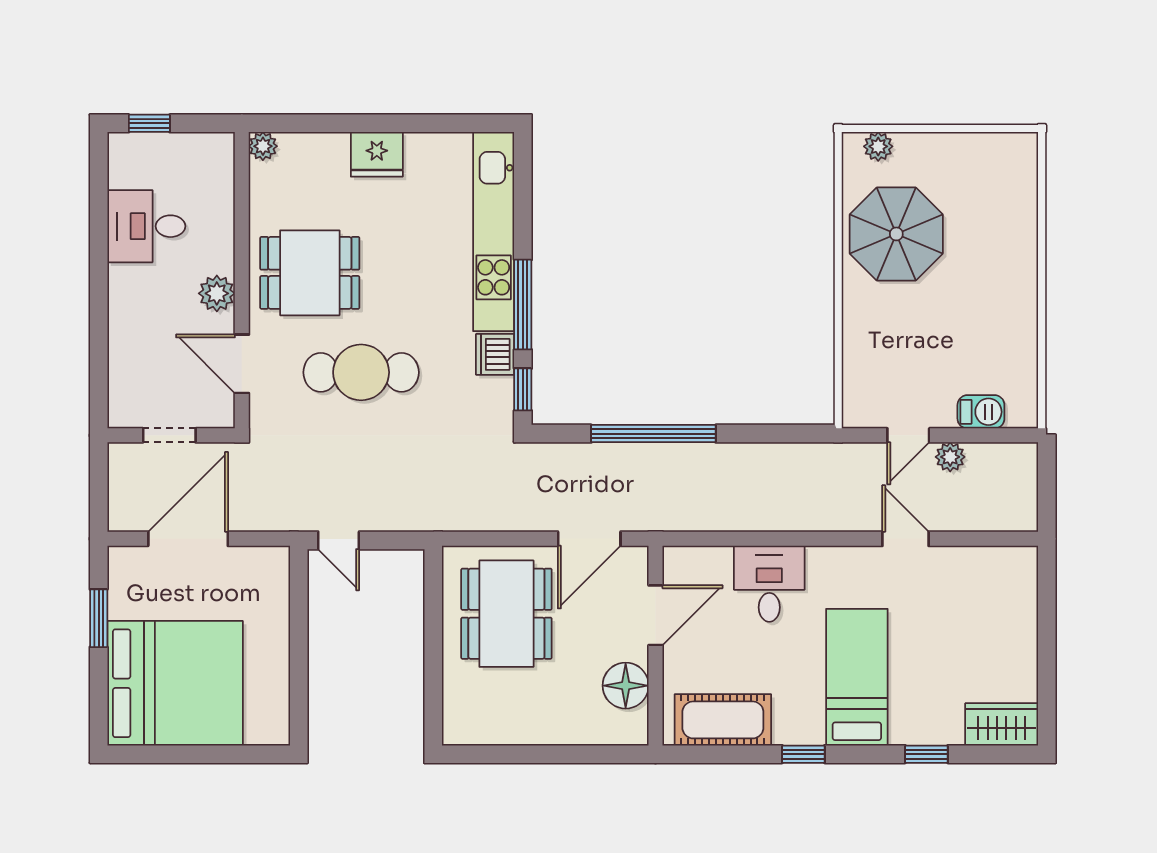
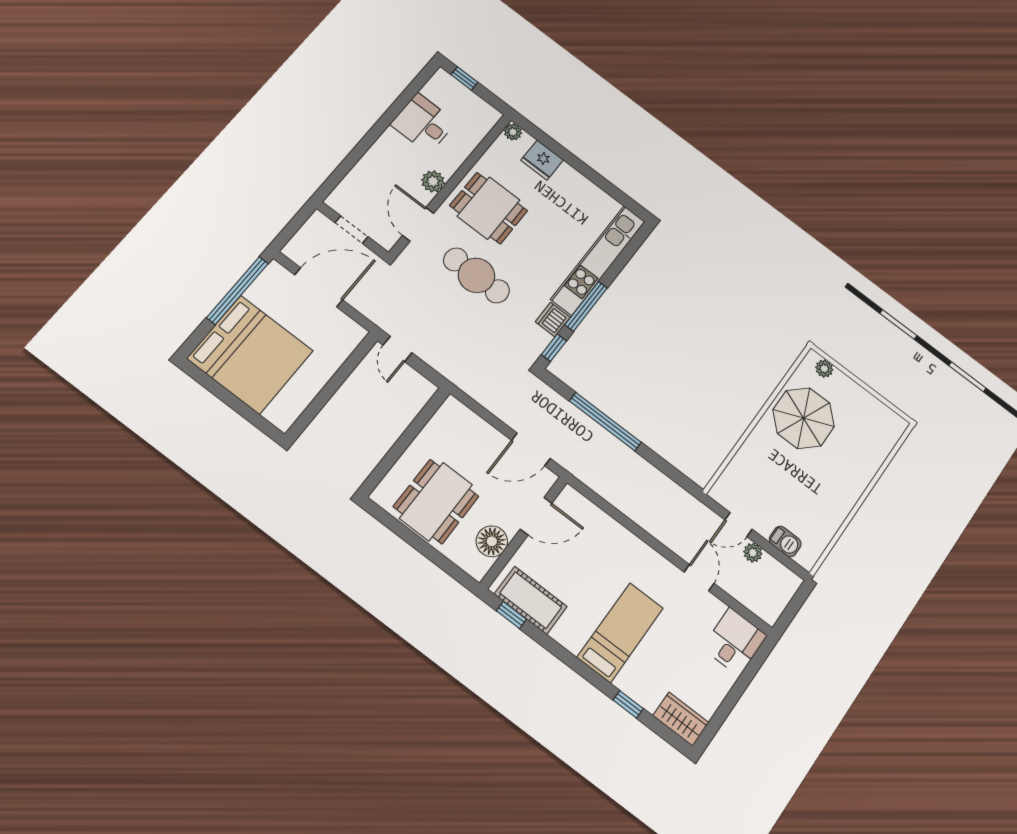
fridge: (377, 154) -> (542, 160), moved
desk: (769, 584) -> (735, 642), moved
dining table: (506, 614) -> (436, 501), moved
window: (99, 618) -> (237, 291), width x2.11
window: (803, 754) -> (511, 615), moved

